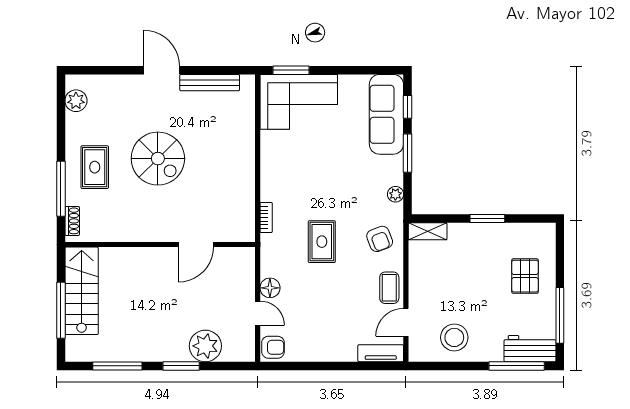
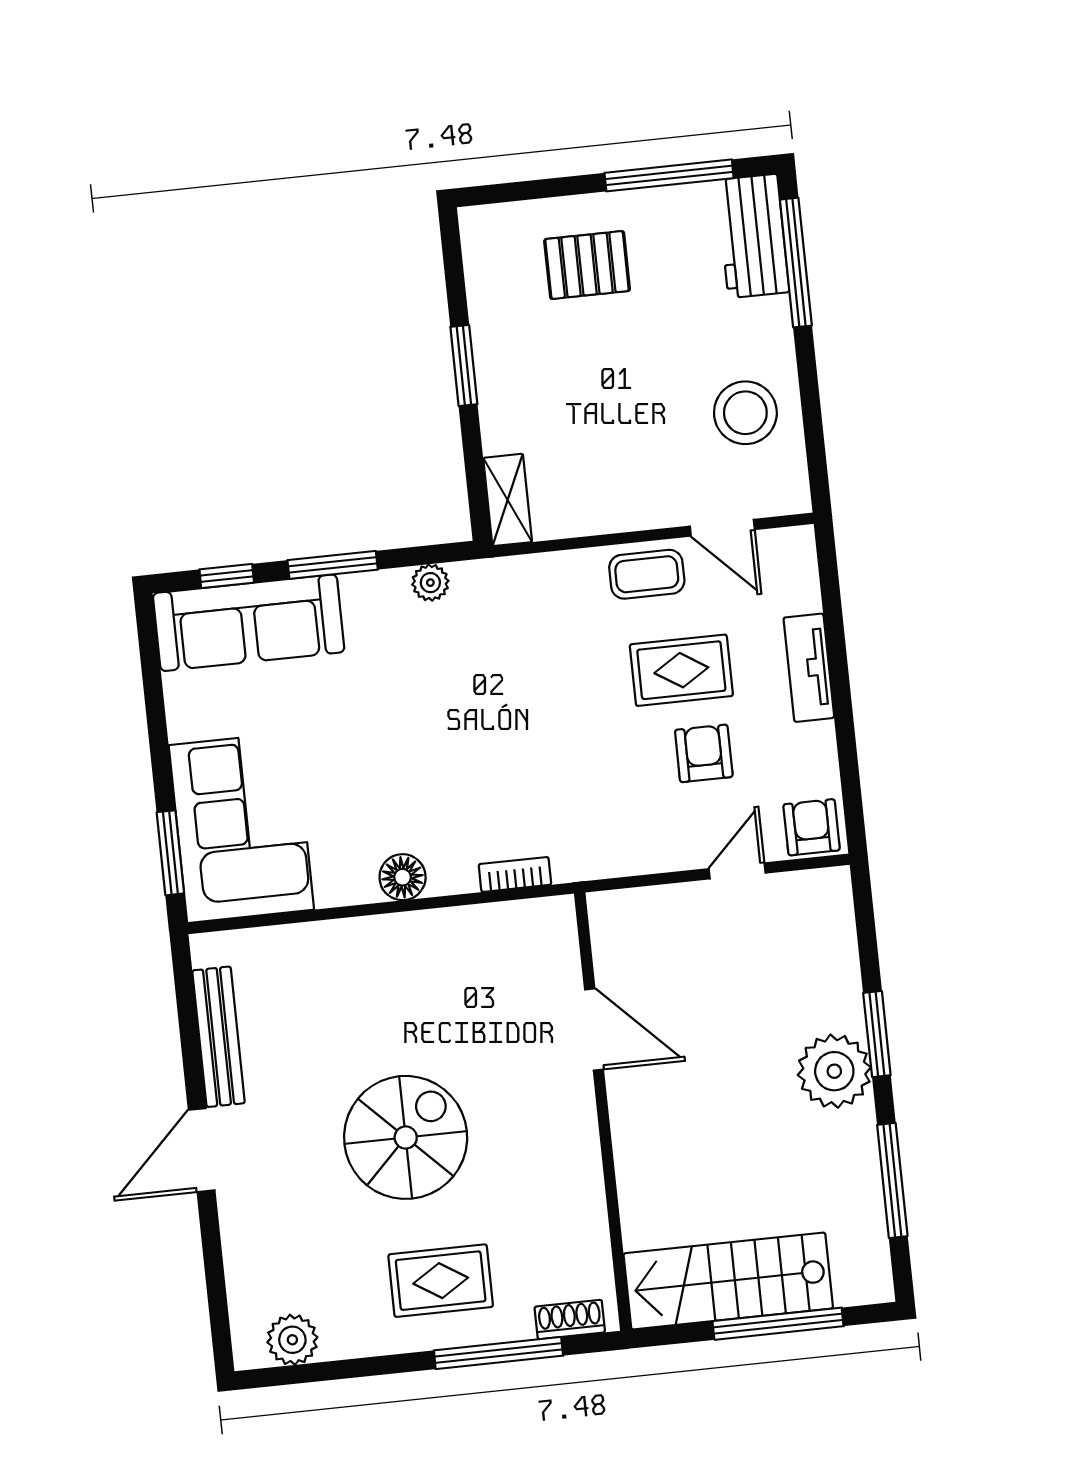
armchair: (380, 239) -> (704, 753), moved, turned -69
rug: (322, 242) -> (681, 670), moved
floor lamp: (270, 288) -> (403, 877), moved
plant: (205, 346) -> (834, 1071), moved
tv unit: (381, 353) -> (809, 668), moved

